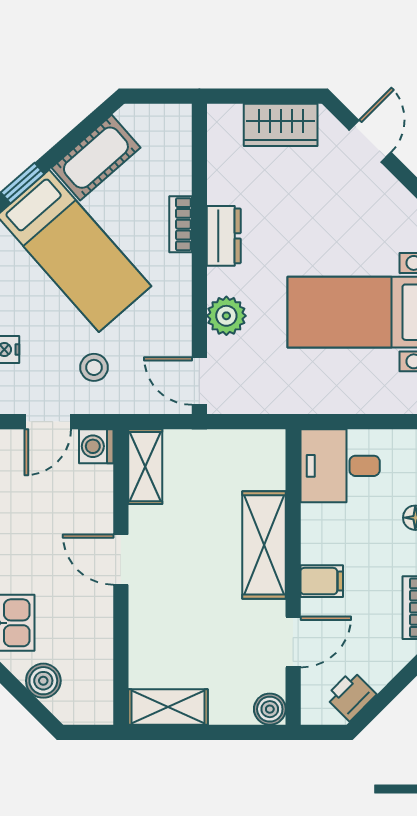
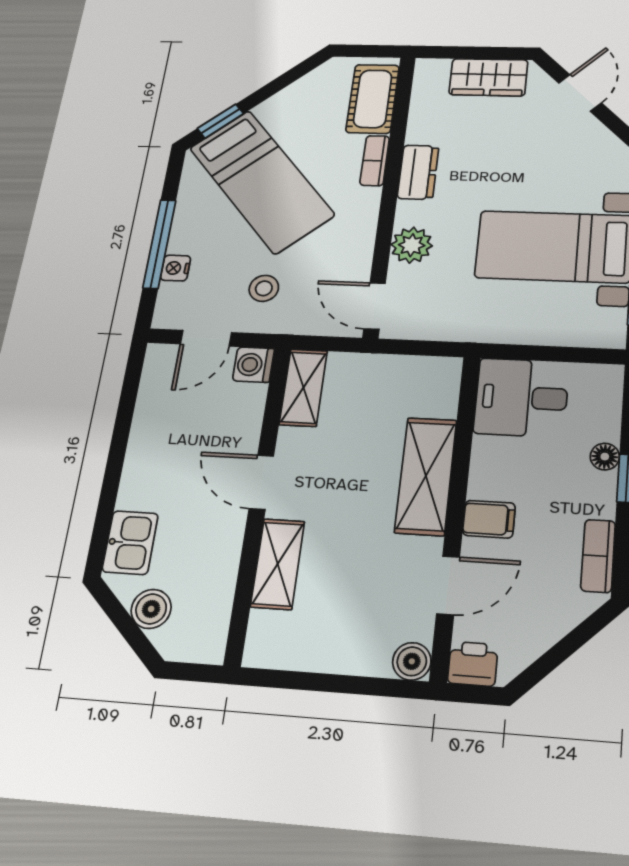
cot: (96, 158) -> (373, 99), moved, turned -49
printer: (351, 696) -> (473, 664), moved, turned 45
shelving: (168, 707) -> (278, 564), moved, turned 90

